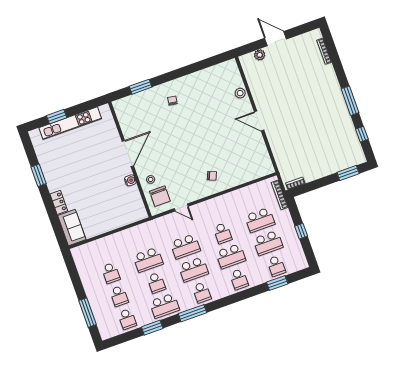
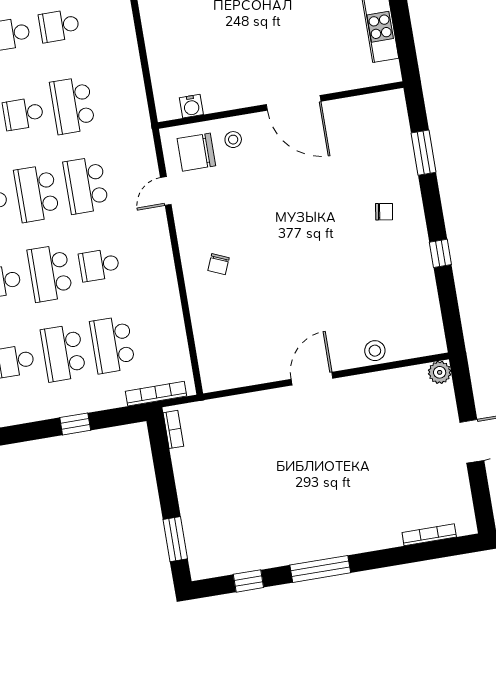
plant: (260, 55) -> (440, 372), moved
window: (188, 70) -> (440, 253), added
water cooler: (130, 180) -> (191, 106), moved

